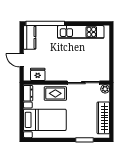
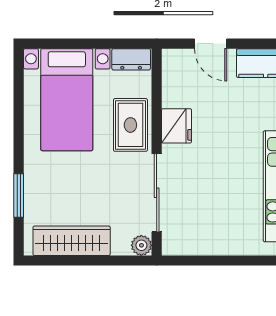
door: (22, 60) -> (211, 44), swing flipped
fridge: (38, 74) -> (177, 126), moved

